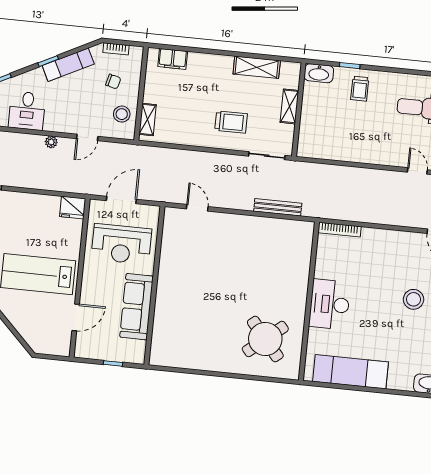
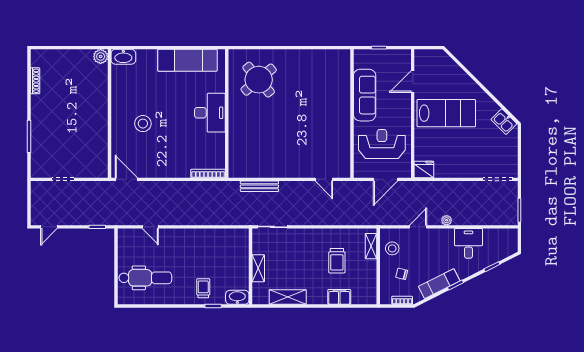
filing cabinet: (173, 59) -> (339, 297), moved
trolley: (231, 122) -> (337, 261), moved, turned -90

